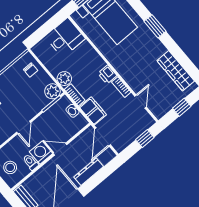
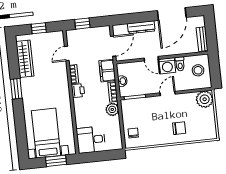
window: (155, 26) -> (16, 89), moved
plant: (52, 91) -> (128, 106), removed

